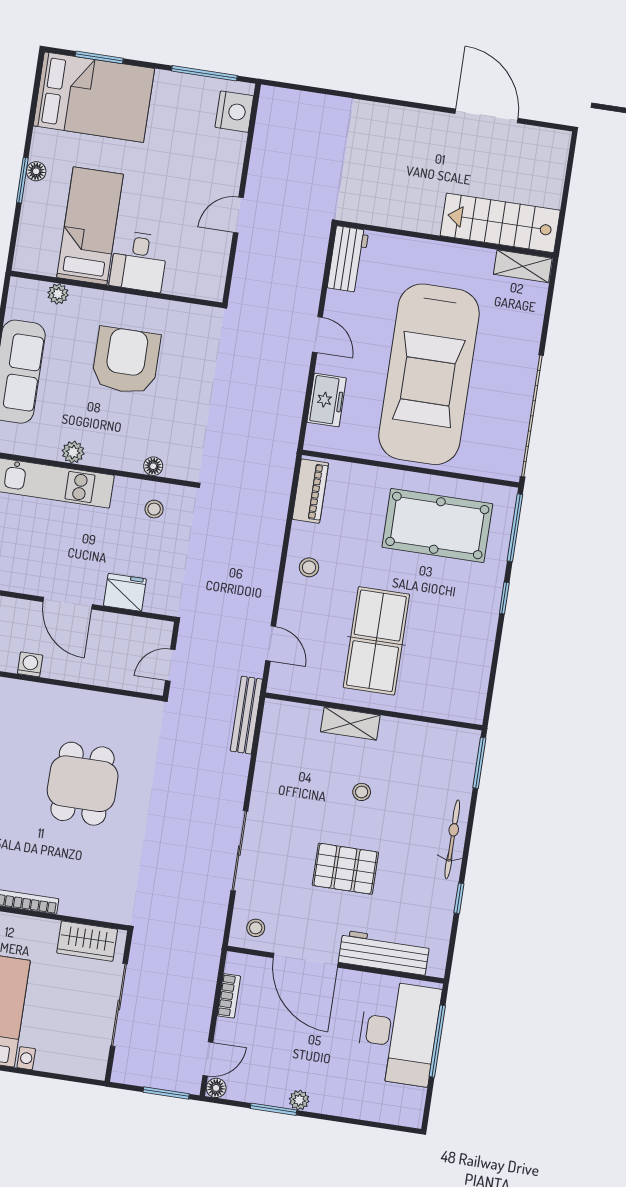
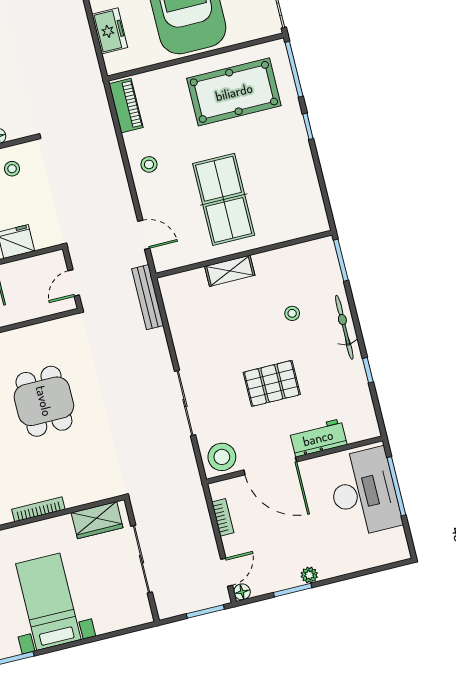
stool: (362, 792) -> (292, 313), moved
stool: (256, 928) -> (222, 457), width x1.89, depth x1.89
workbench: (384, 953) -> (318, 438), width x0.73

